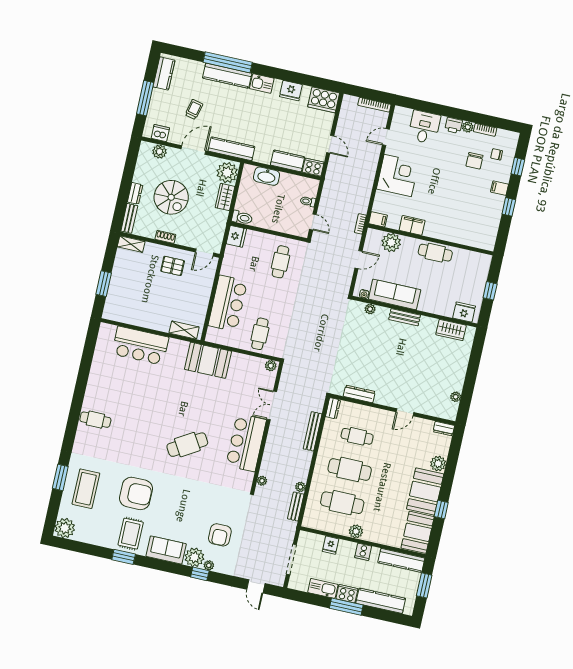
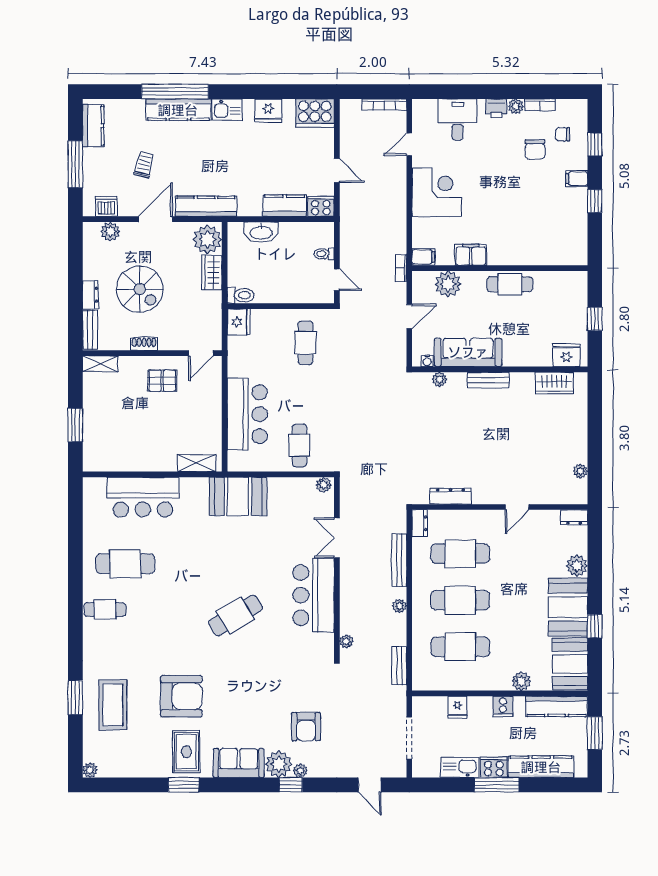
cafe table: (117, 390) -> (125, 564), added
cafe table: (357, 436) -> (460, 554), width x1.37, depth x1.35
plant: (300, 487) -> (400, 606), moved
plant: (65, 528) -> (90, 770), width x0.53, depth x0.53
plant: (356, 531) -> (521, 681), moved

